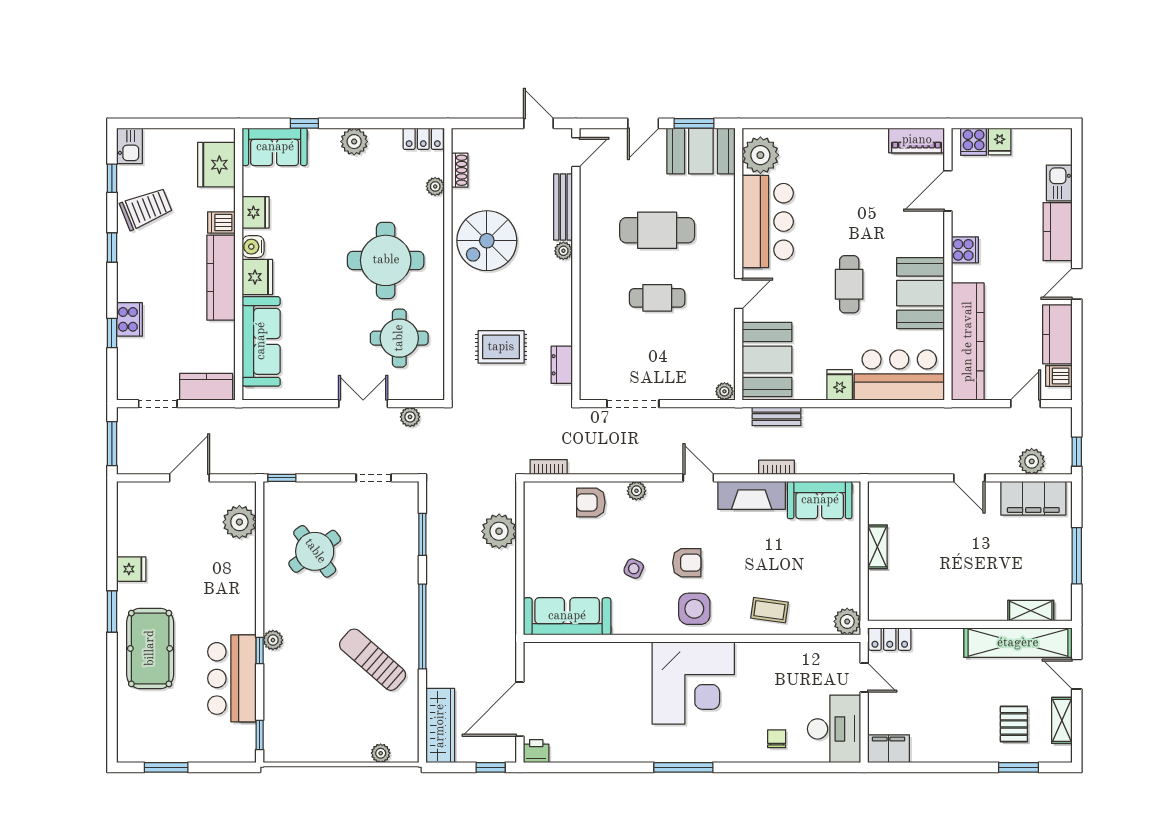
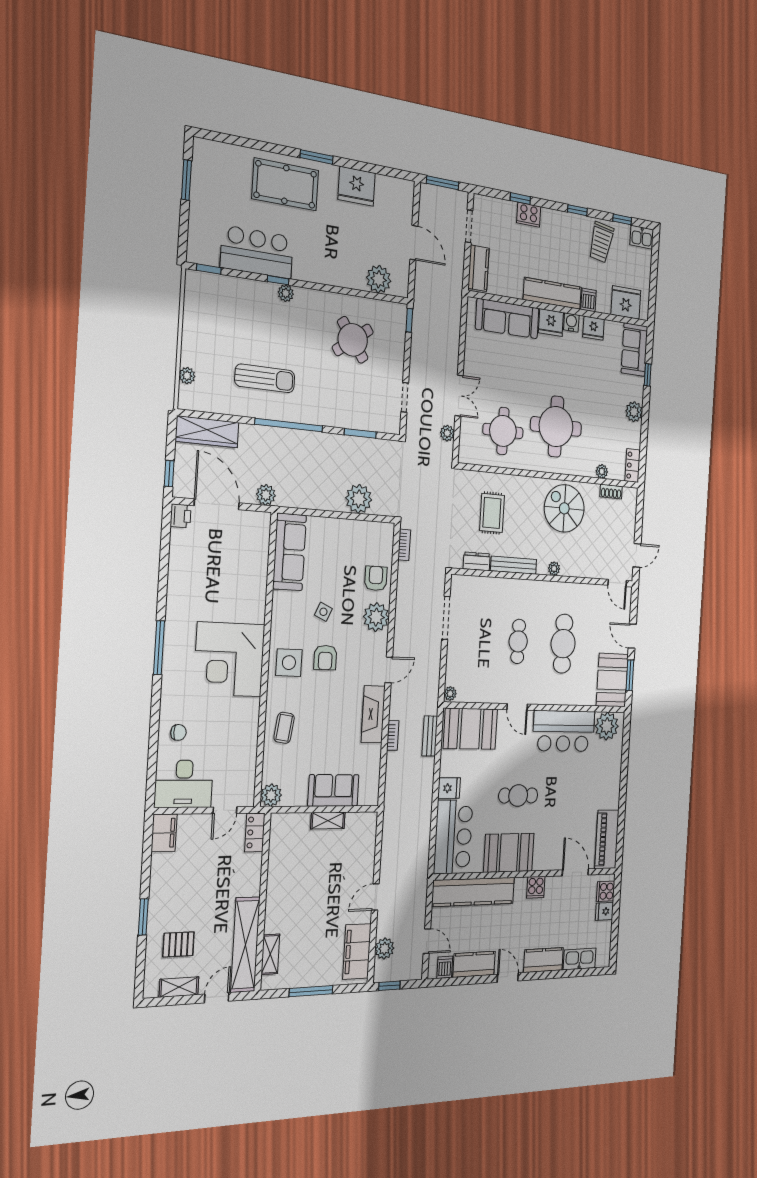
piano: (917, 140) -> (607, 839), width x1.37, depth x1.33
kitchen sink: (1059, 183) -> (580, 959), width x1.38
bench: (563, 207) -> (514, 565), moved
trolley: (146, 209) -> (601, 242), turned 32
plant: (636, 491) -> (376, 617), width x1.88, depth x1.88
sofa: (820, 500) -> (333, 790), moved, turned 90
fridge: (131, 569) -> (357, 186), width x1.88, depth x1.34
plant: (504, 650) -> (266, 495), added
sun lounger: (373, 660) -> (265, 378), turned 49
window: (1018, 767) -> (143, 917), moved

